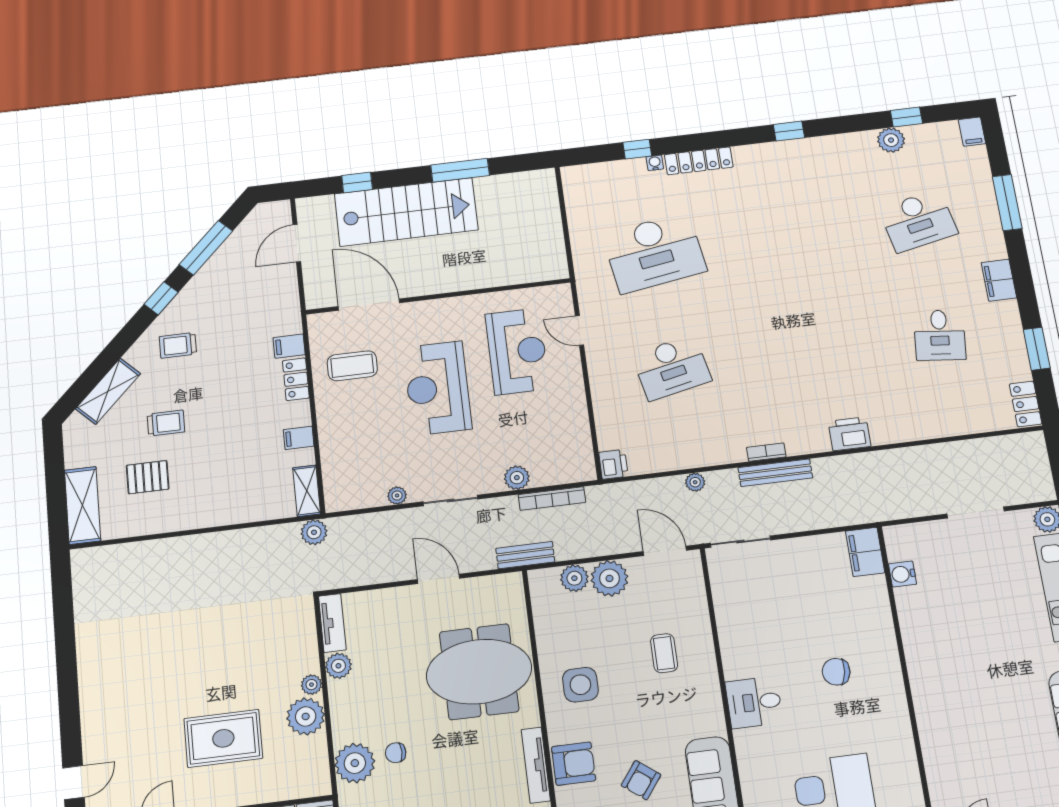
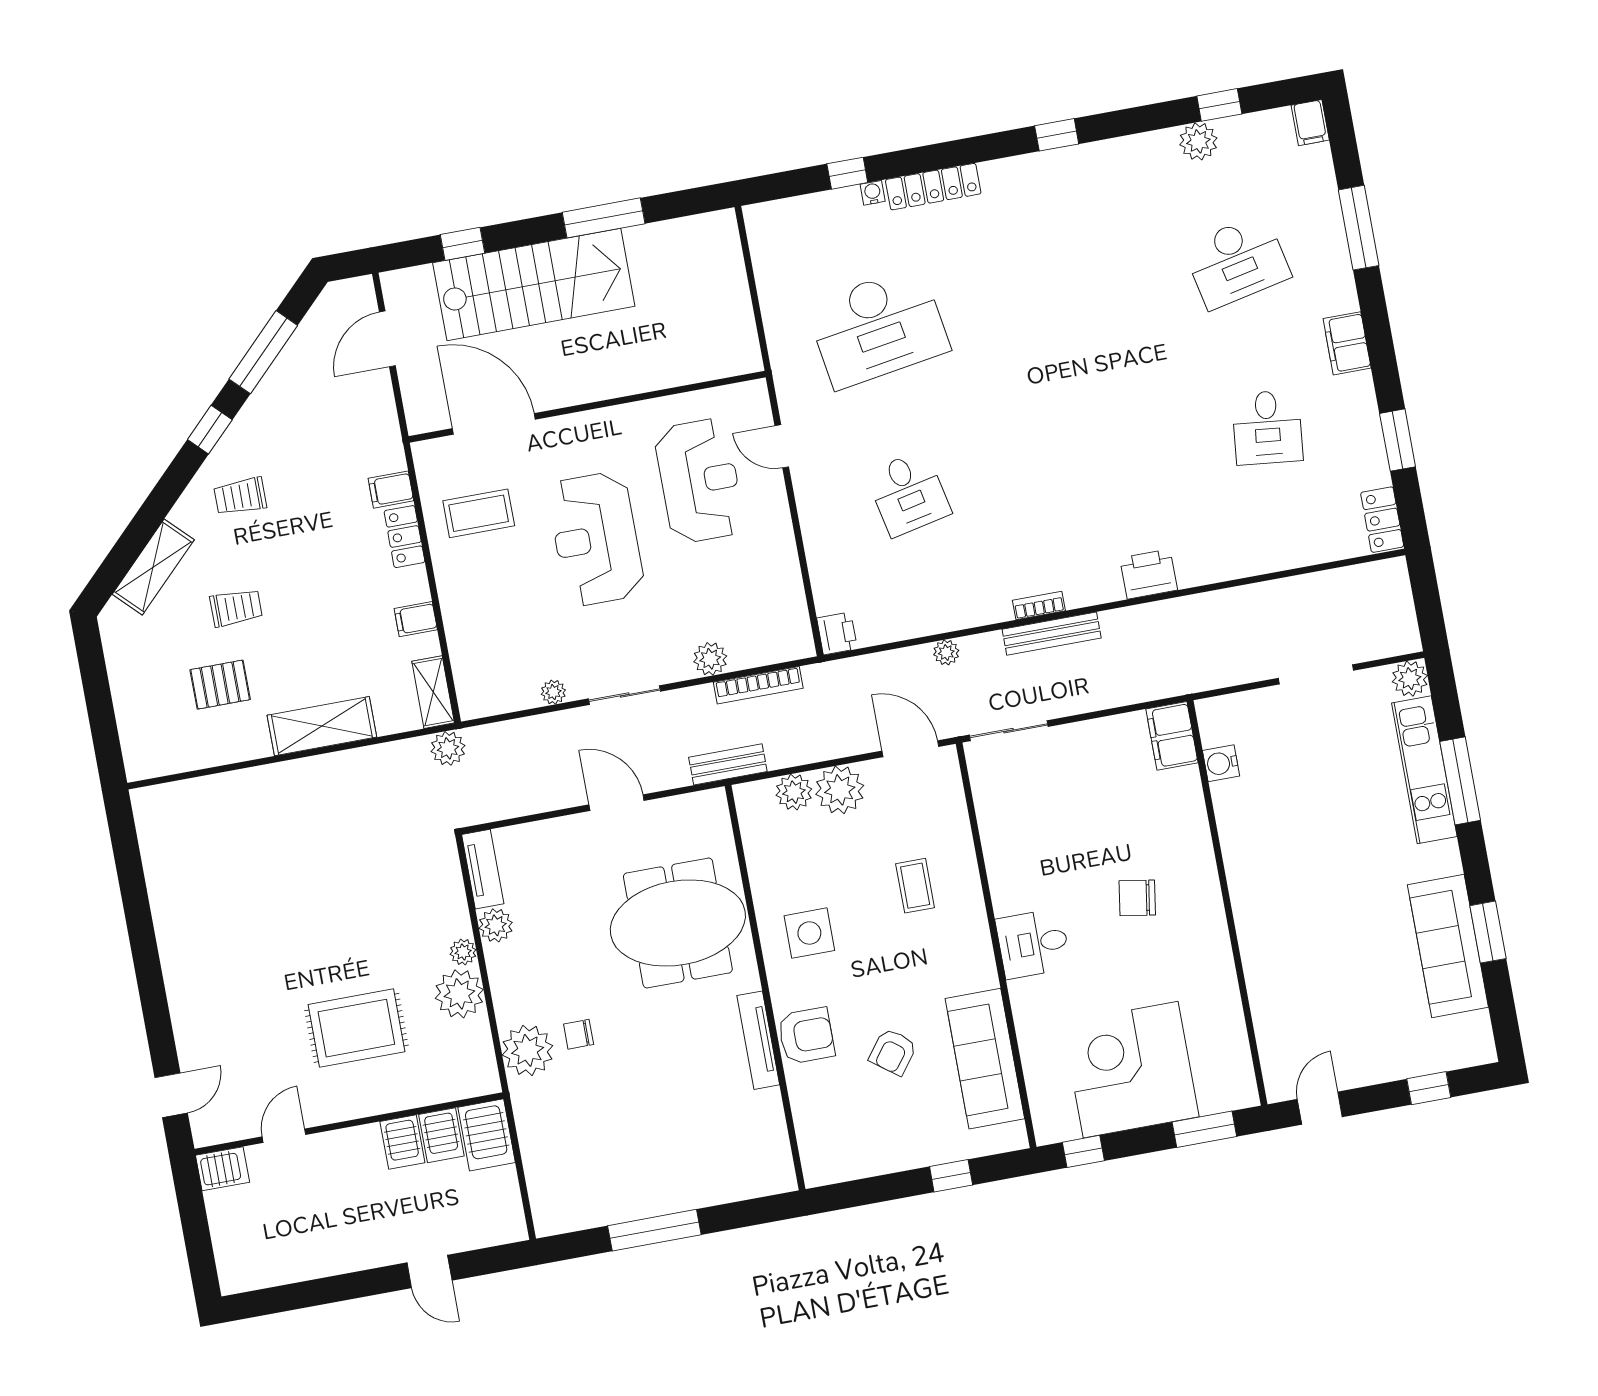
desk: (672, 368) -> (908, 493), width x0.73
shelving: (83, 505) -> (322, 726), moved, turned 90

